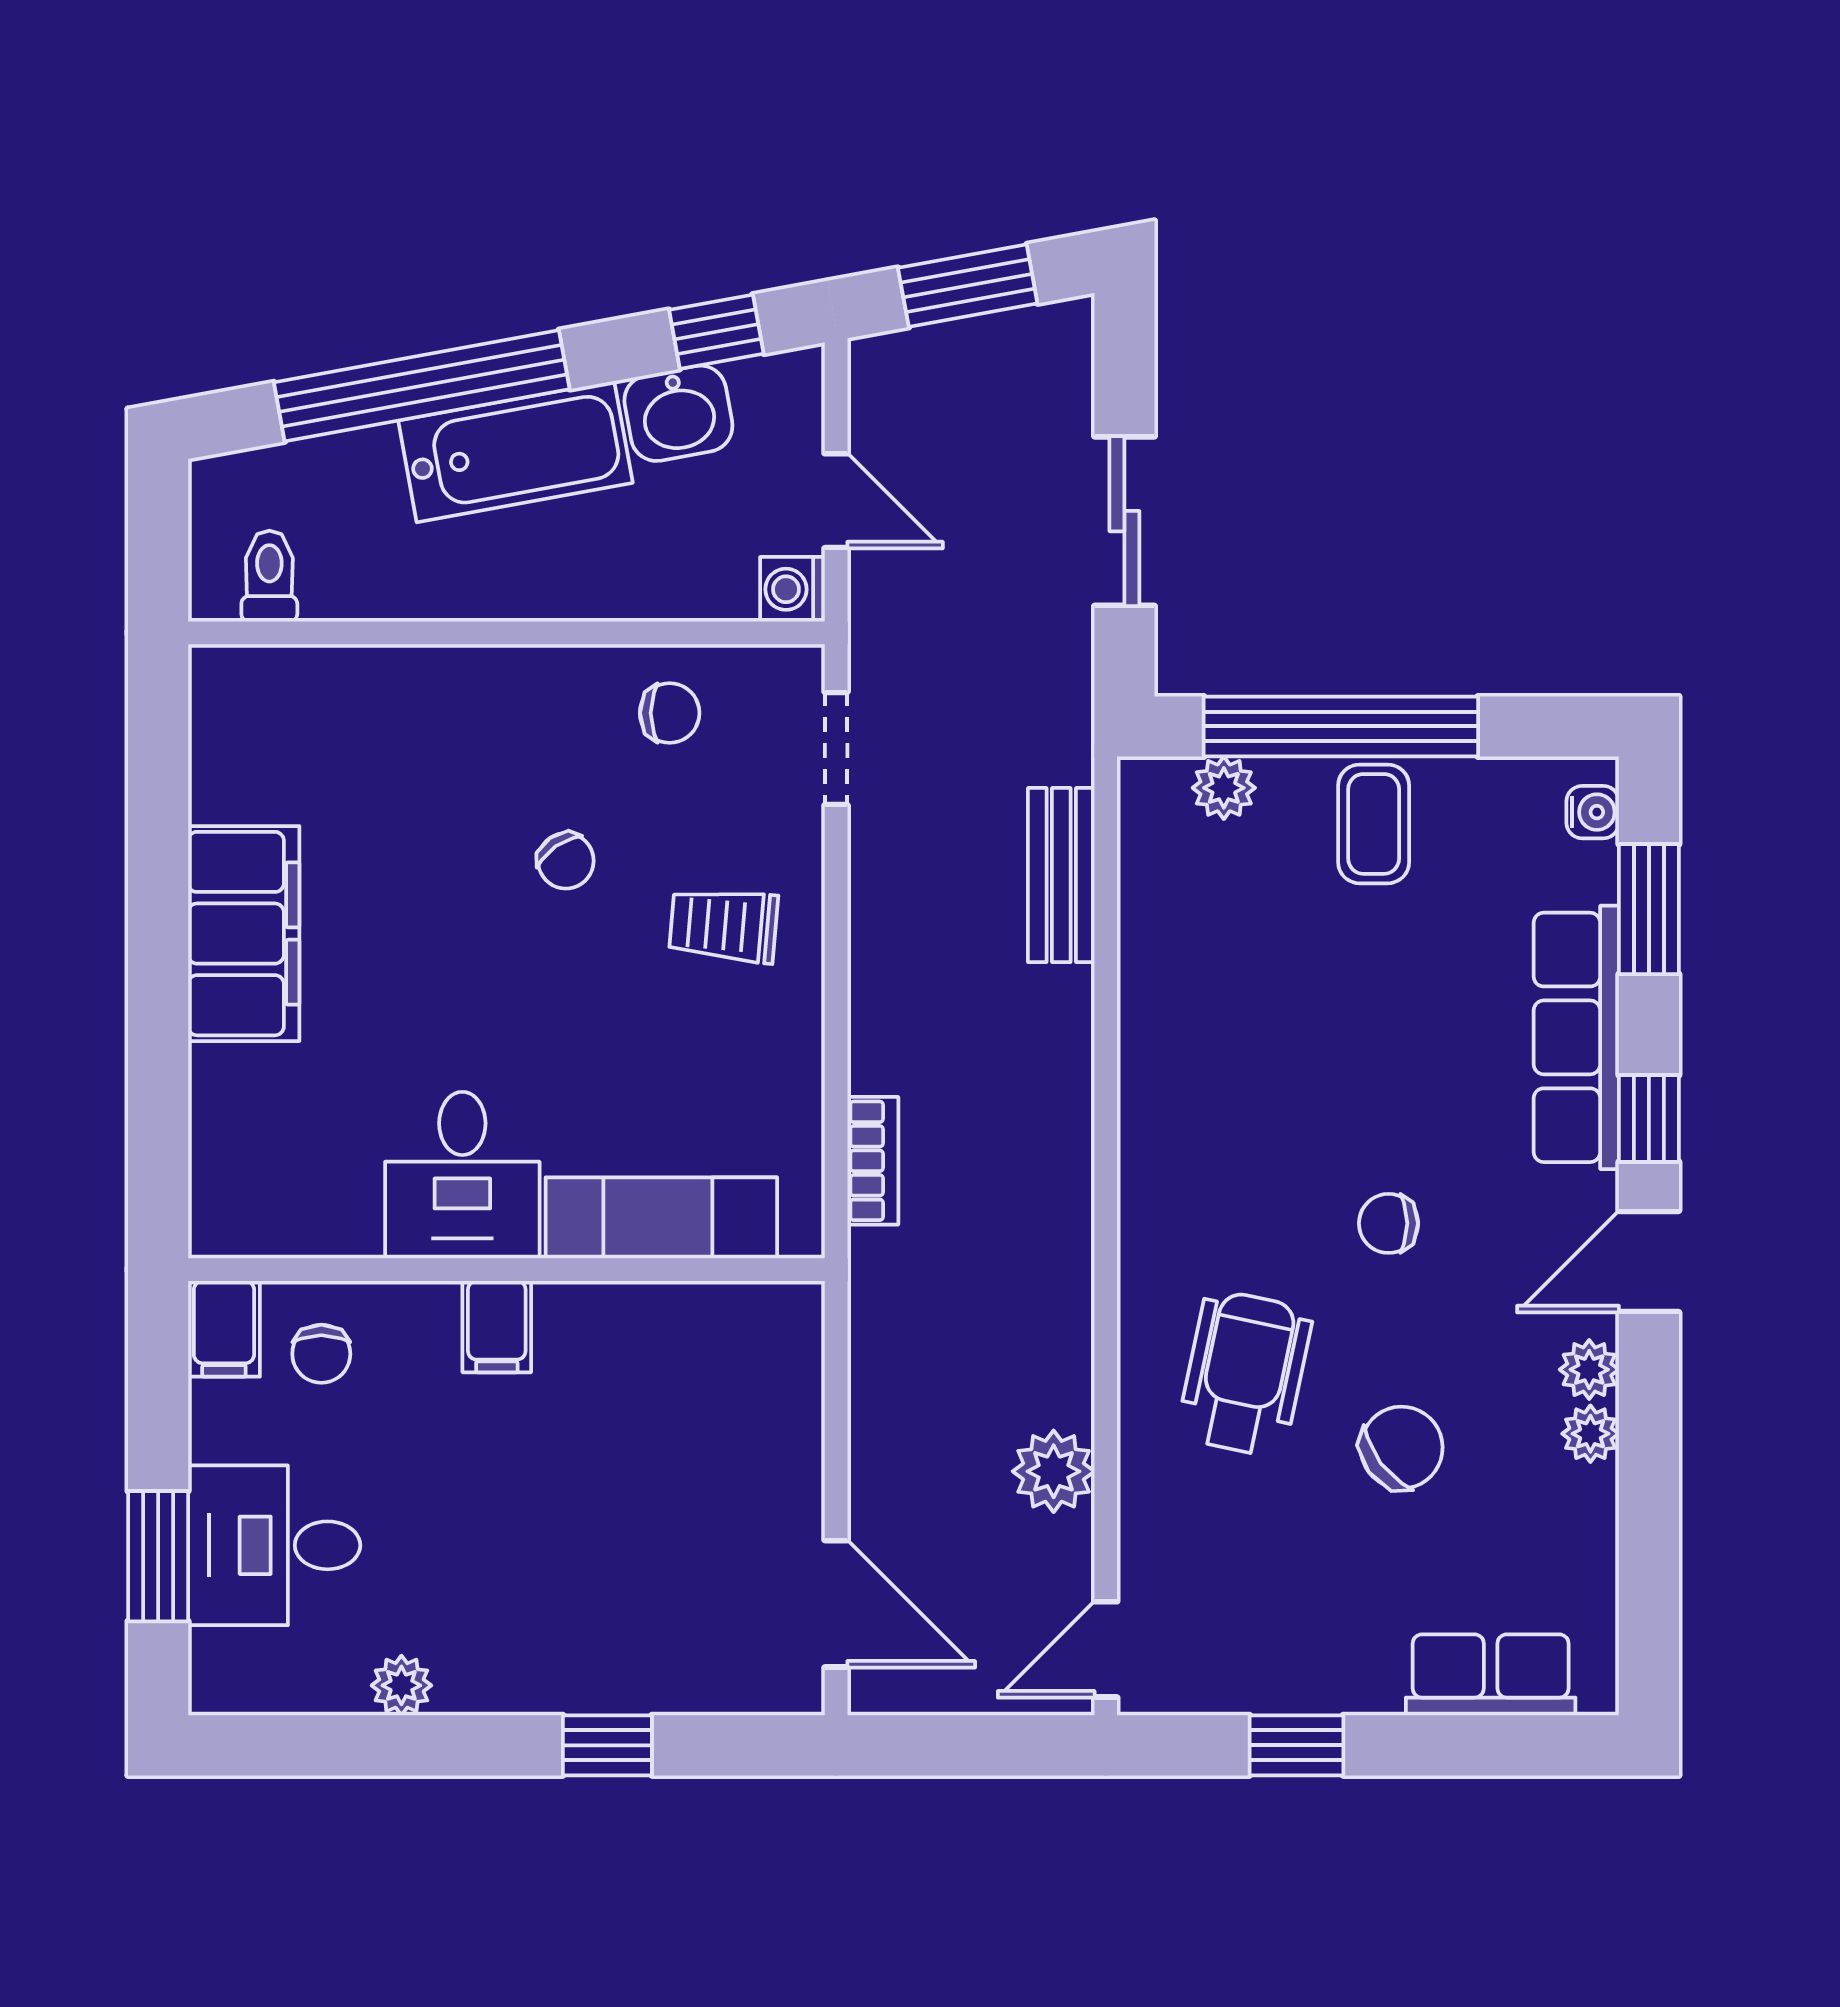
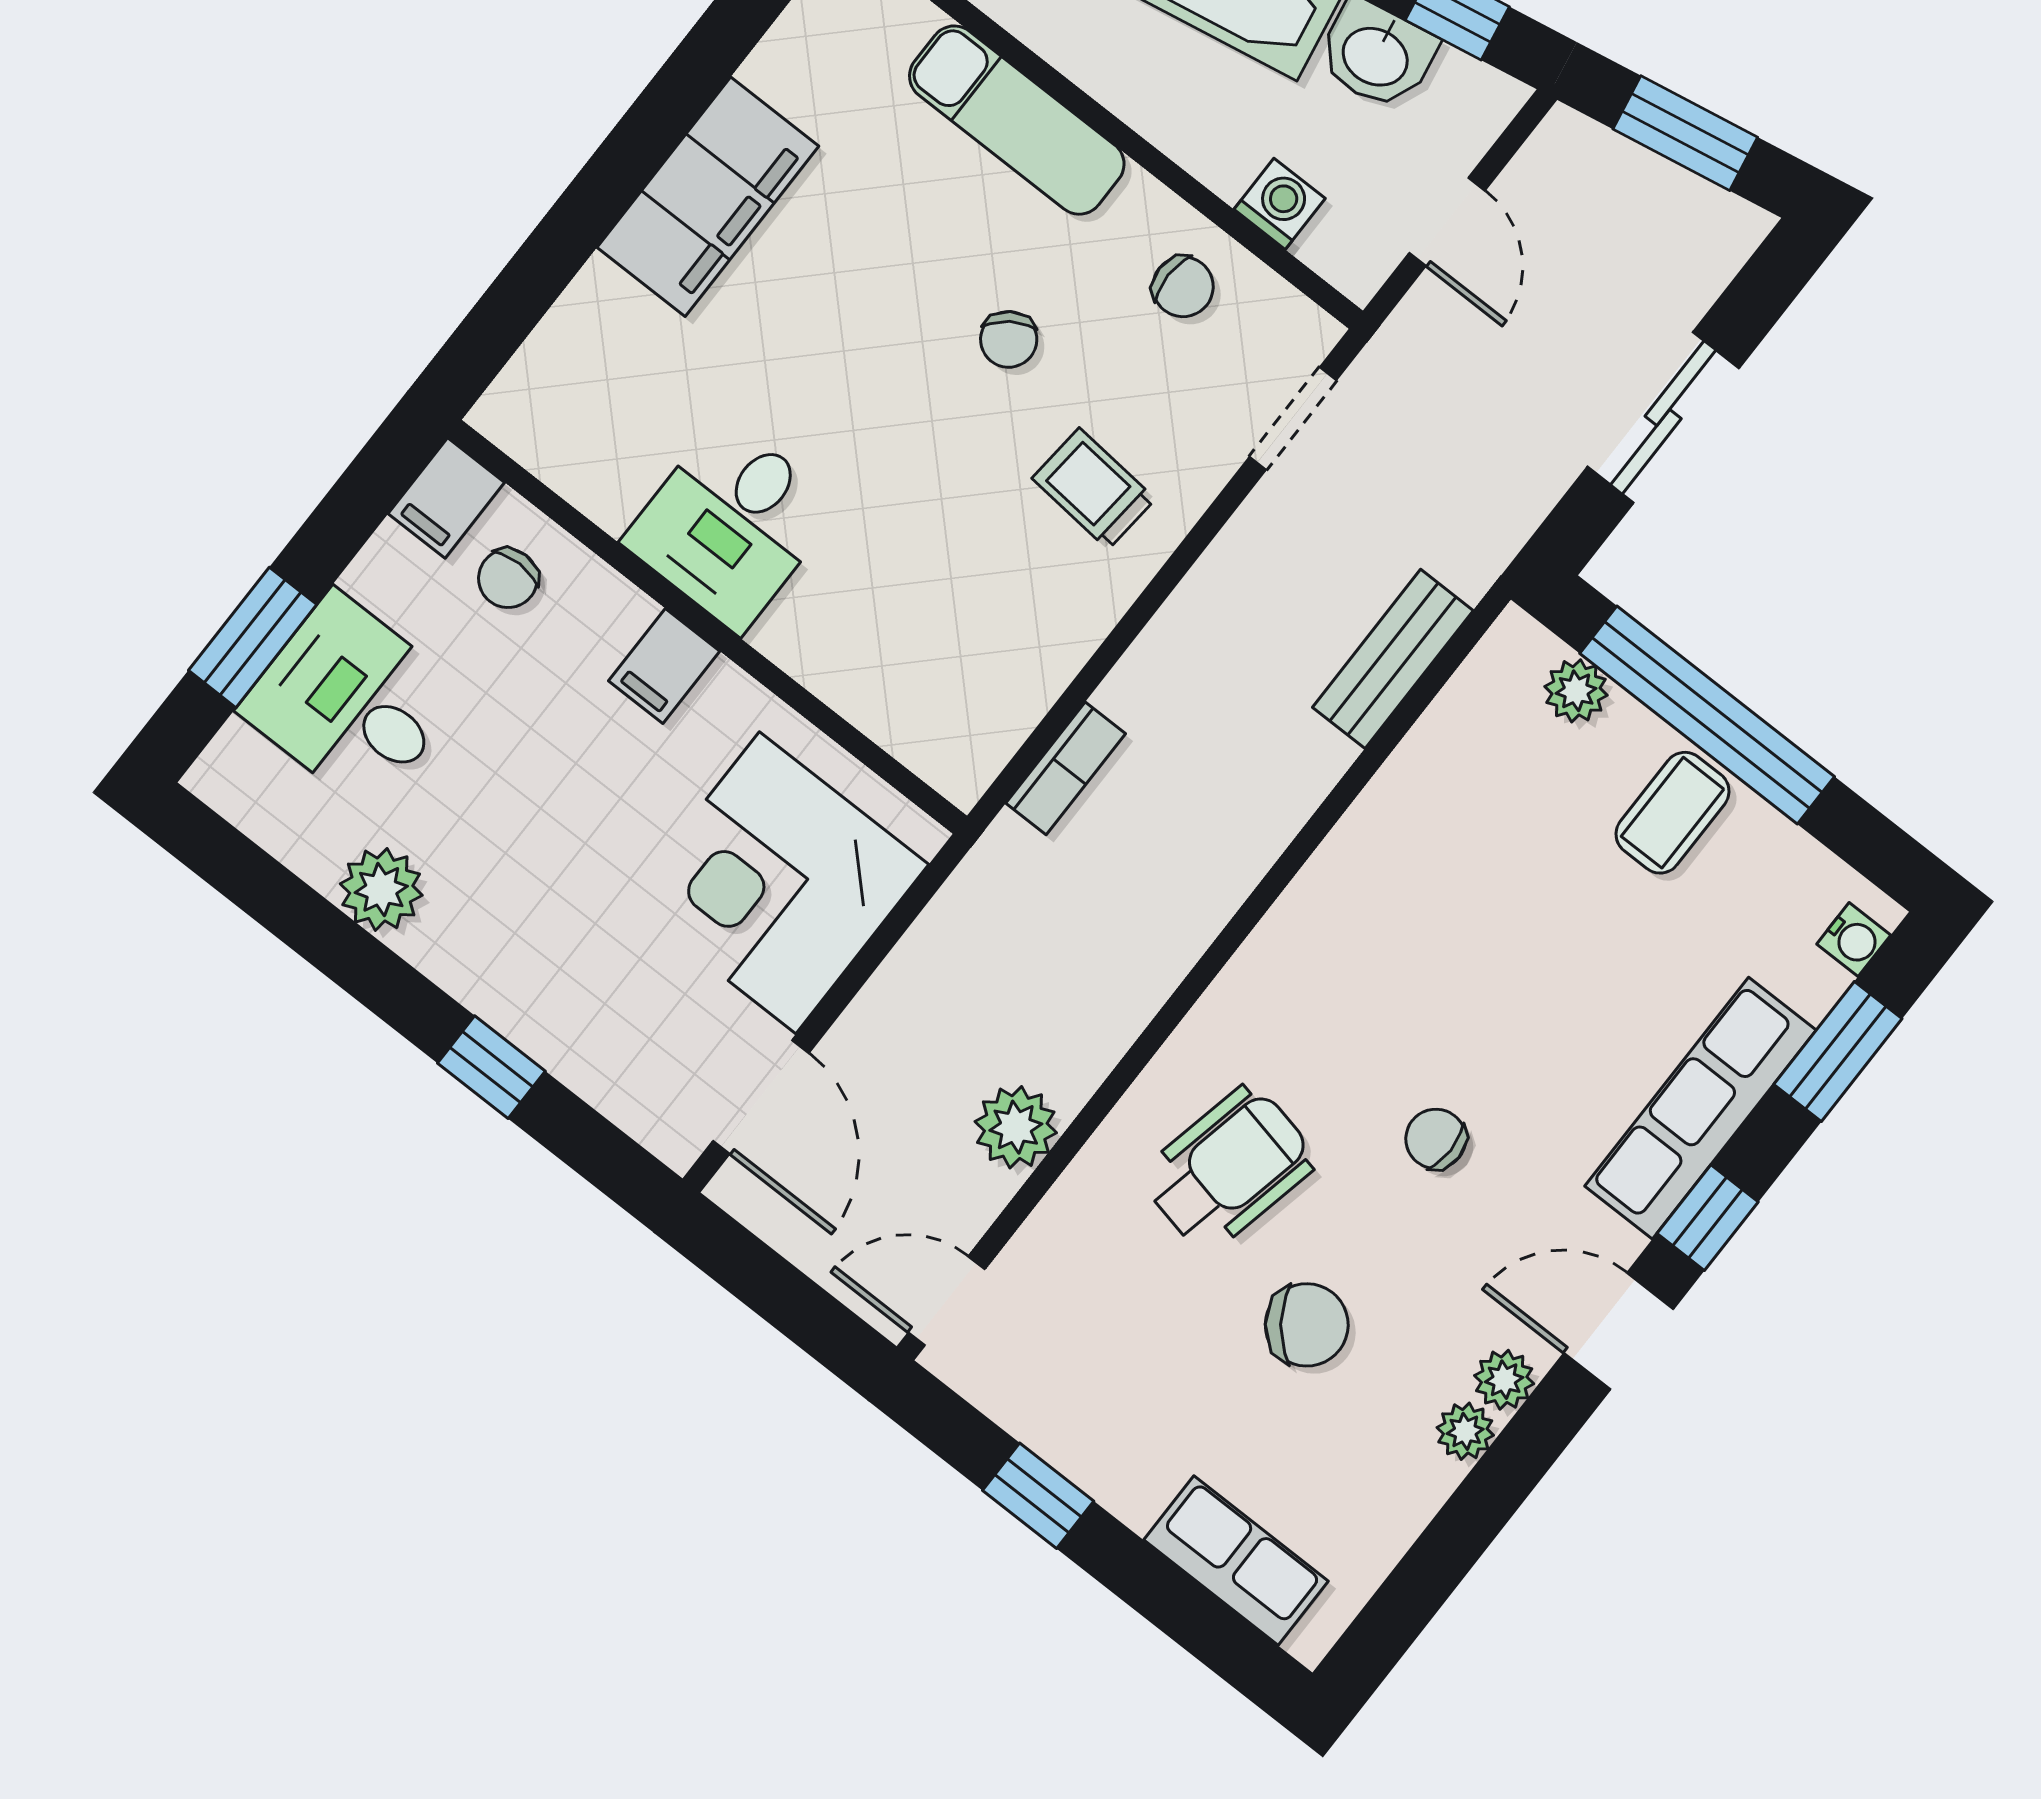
washing machine: (792, 589) -> (1280, 204), moved, turned 90
exam couch: (661, 1218) -> (1017, 120), moved, turned 180
corner desk: (718, 1426) -> (778, 883), added
plant: (401, 1685) -> (381, 889), width x1.38, depth x1.38

